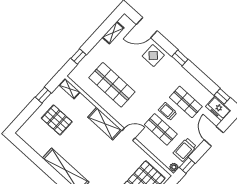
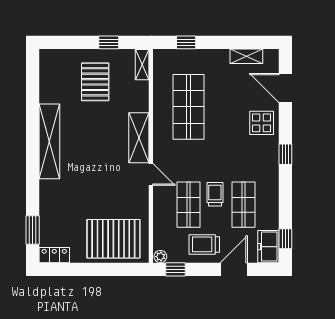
trolley: (185, 150) -> (204, 244), moved

